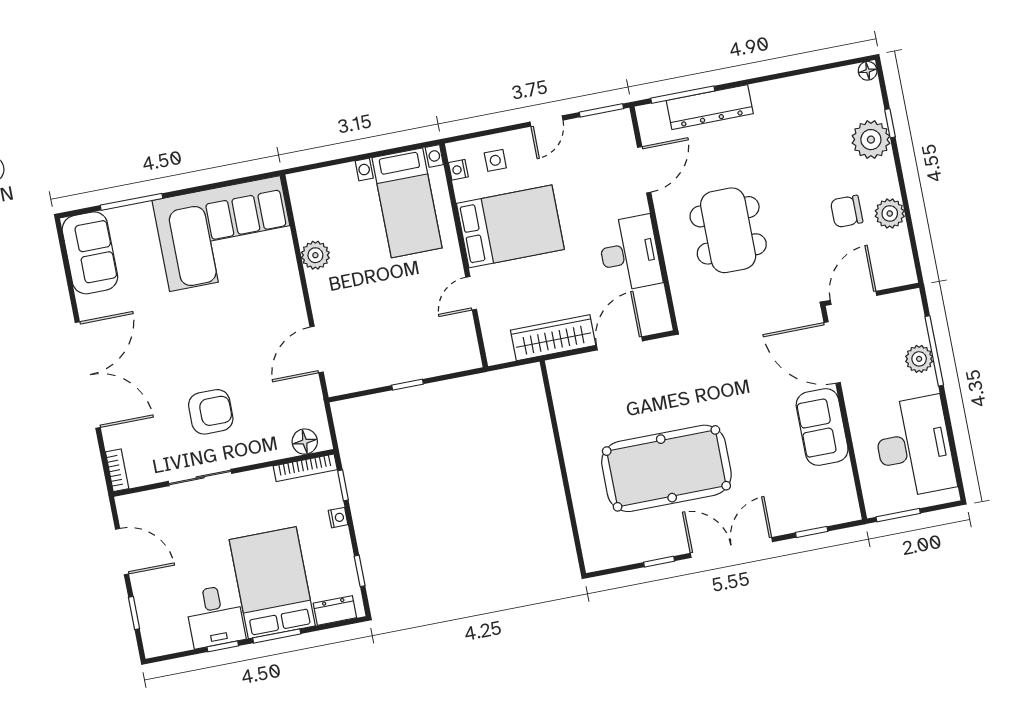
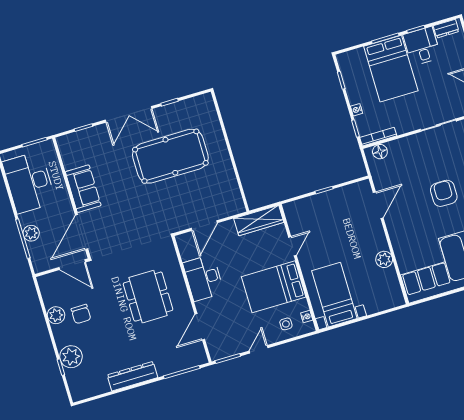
floor lamp: (868, 71) -> (77, 396), removed
dresser: (710, 107) -> (132, 376), moved
chair: (847, 211) -> (81, 314), turned 90
door: (854, 298) -> (72, 265), hinge flipped
wardrobe: (553, 338) -> (259, 220), moved
door: (832, 353) -> (82, 232), swing flipped
armchair: (211, 412) -> (444, 193), moved, turned 90
dresser: (335, 610) -> (446, 29), moved

